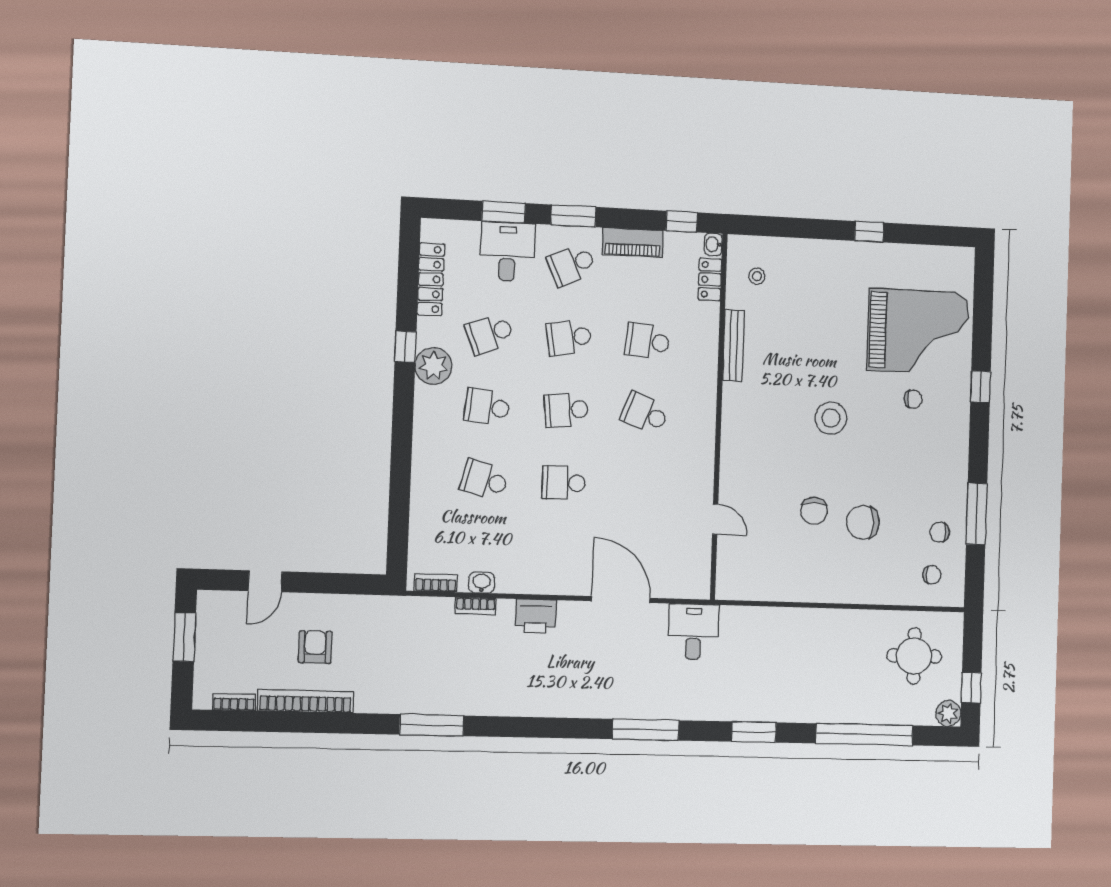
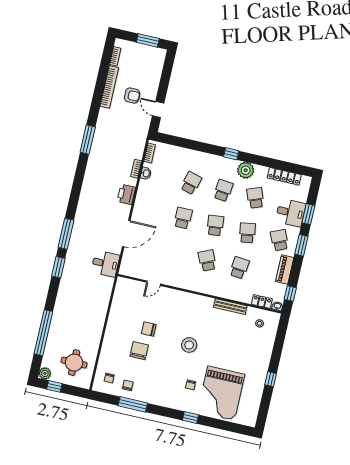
window: (405, 347) -> (231, 154), moved
school desk: (645, 413) -> (207, 260), turned -45
door: (265, 581) -> (158, 109), moved
window: (754, 732) -> (58, 267), moved

